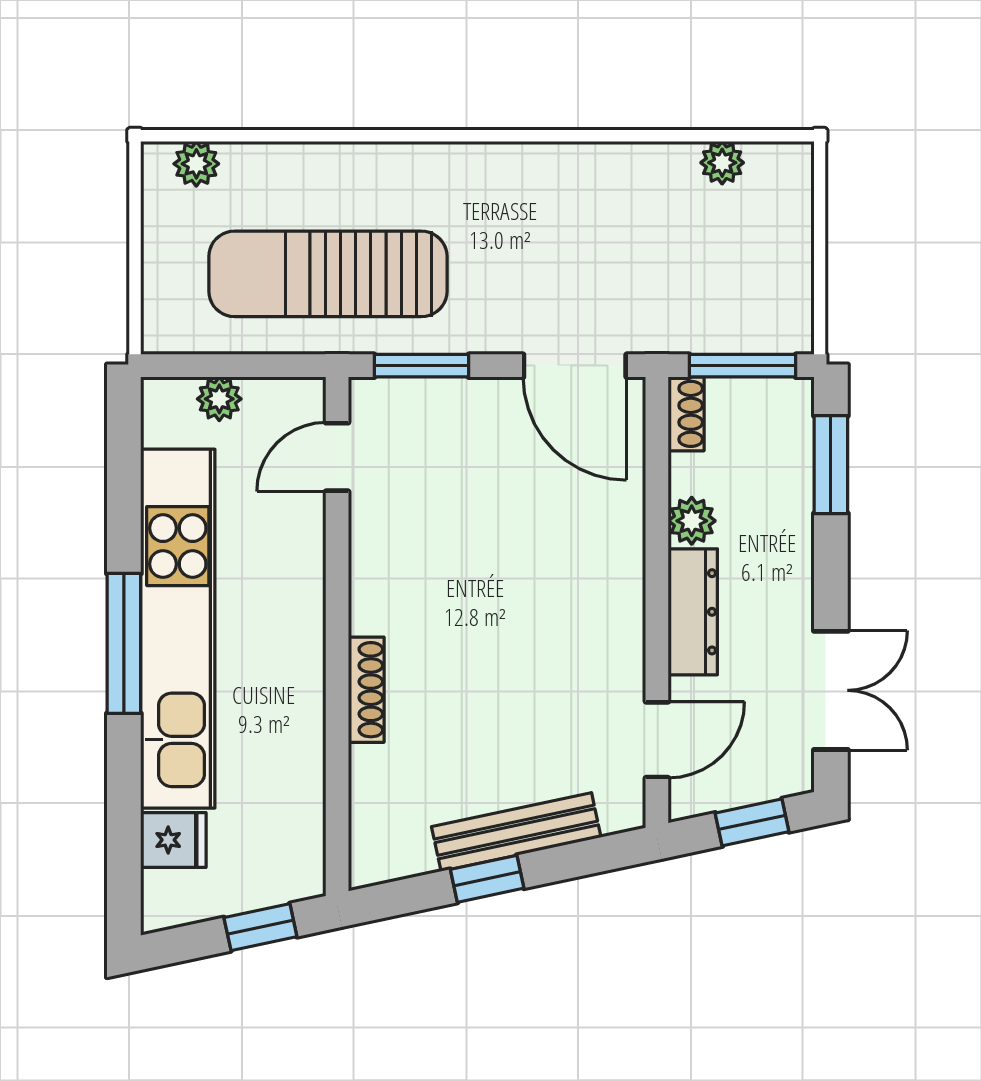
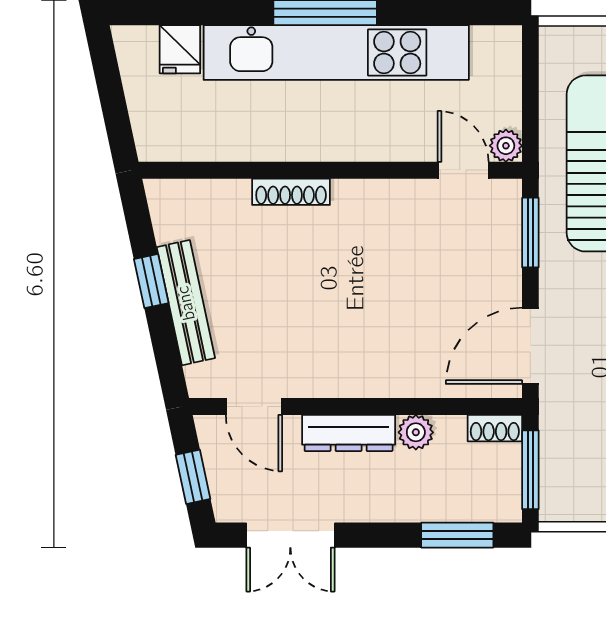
plant: (219, 399) -> (506, 146), moved
window: (260, 927) -> (116, 114), removed

